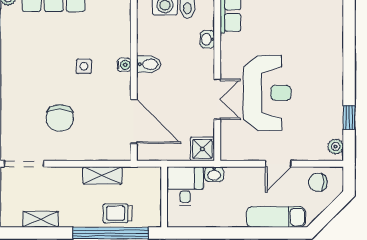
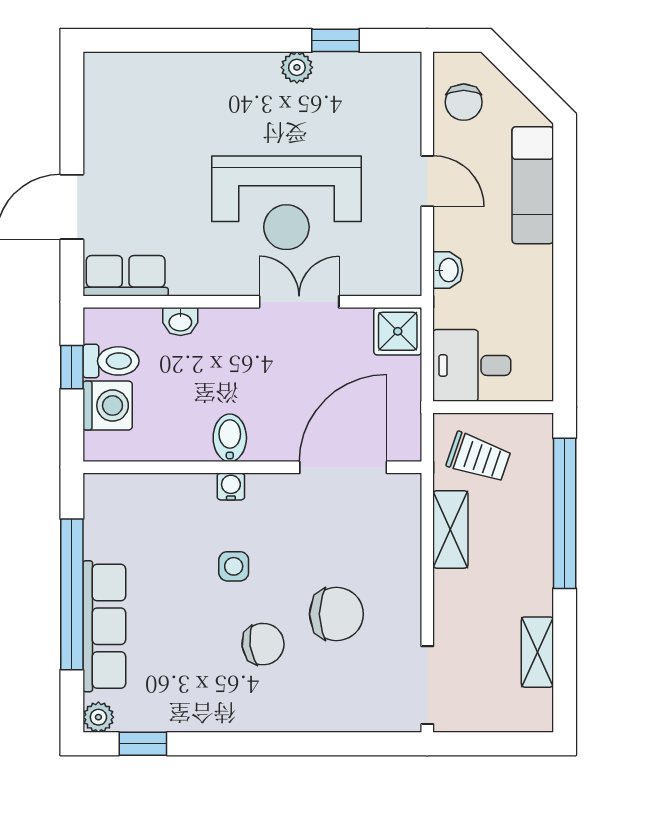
chair: (45, 81) -> (263, 644), added
reception desk: (267, 93) -> (286, 203), turned 180
plant: (335, 147) -> (297, 67), moved
washbasin: (214, 174) -> (448, 270), moved
trolley: (118, 213) -> (479, 457), moved, turned -71

